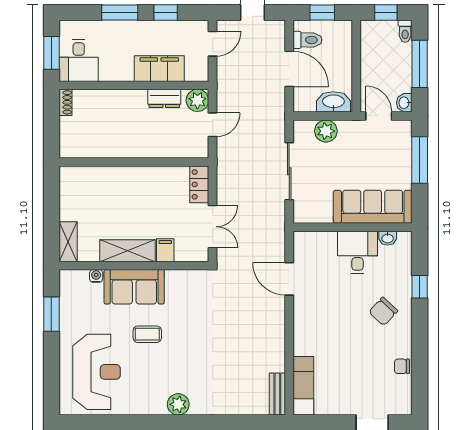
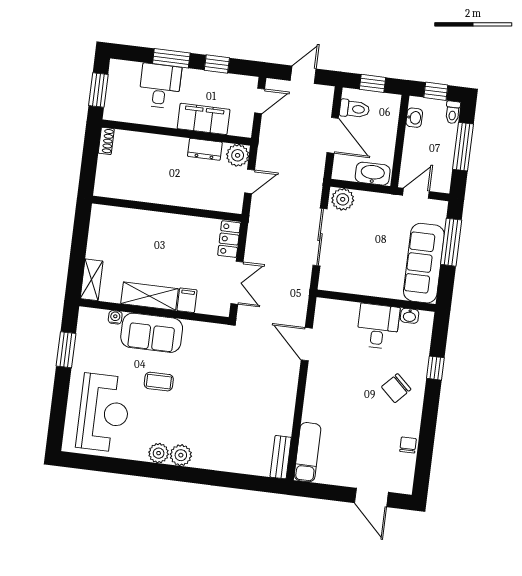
desk: (79, 60) -> (160, 86), moved, turned 180
washbasin: (404, 103) -> (414, 118), moved, turned 180
door: (379, 116) -> (416, 193), hinge flipped
plant: (326, 131) -> (343, 199), moved
sofa: (373, 207) -> (424, 263), moved, turned -90
chair: (402, 366) -> (408, 445), turned 90
plant: (156, 405) -> (159, 453), added

